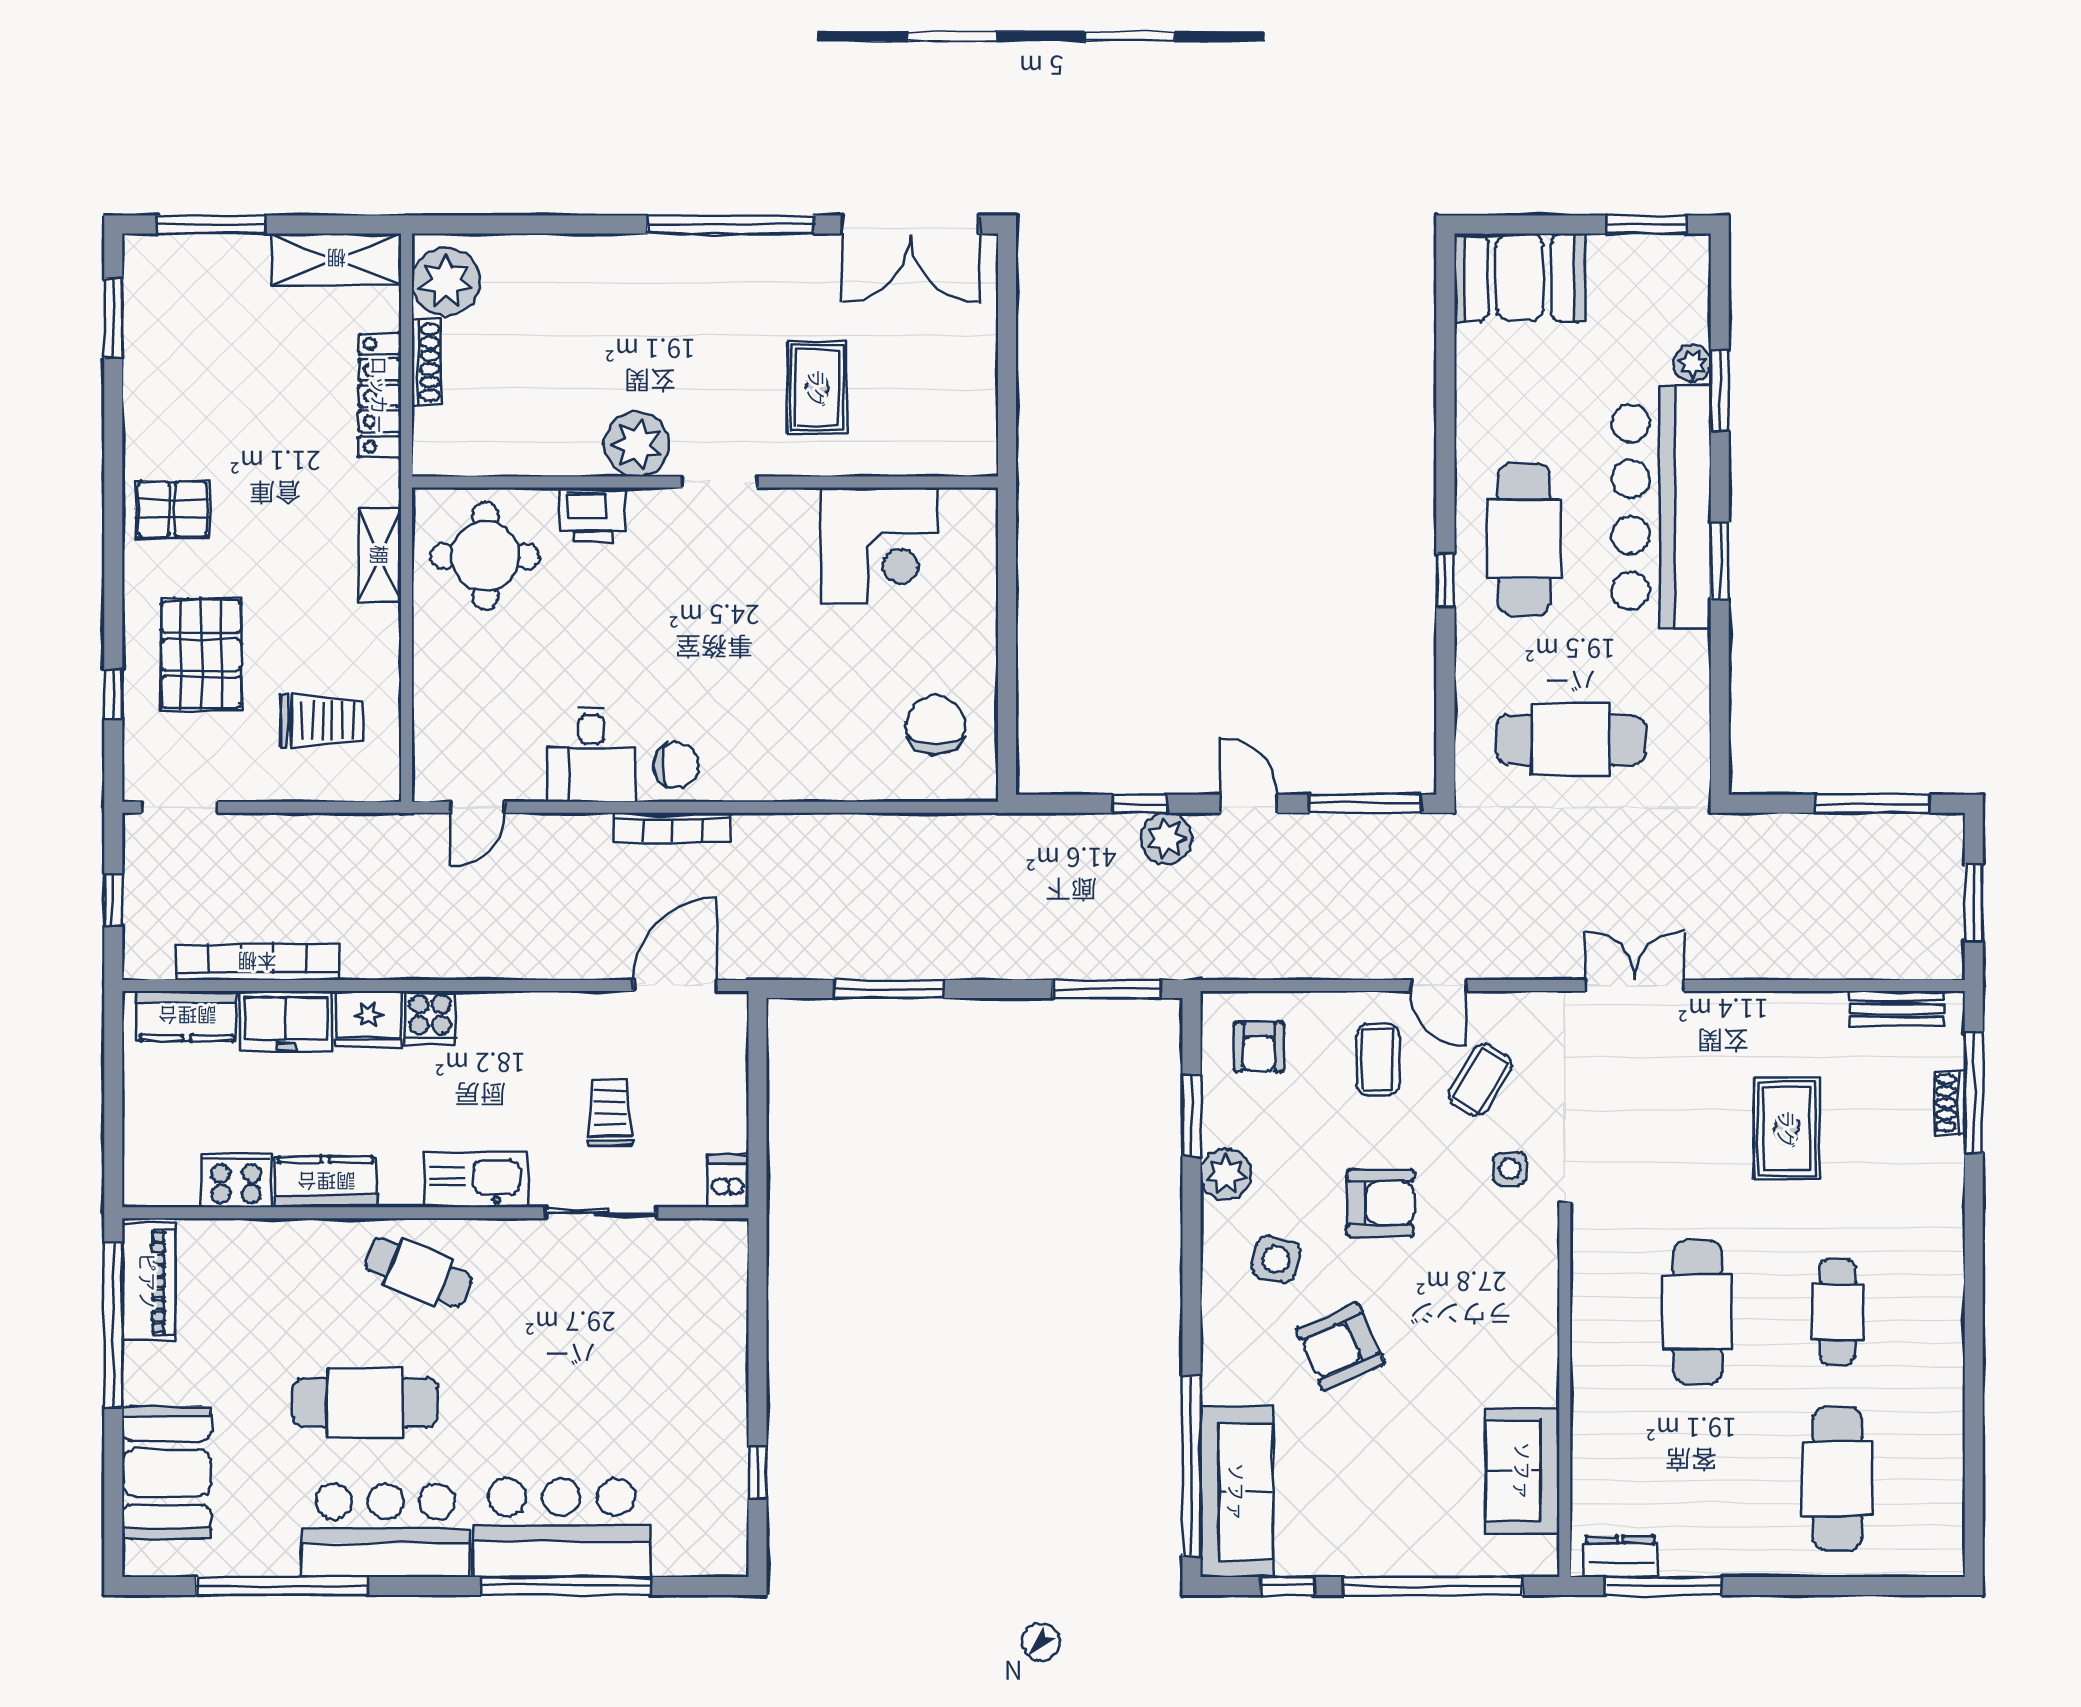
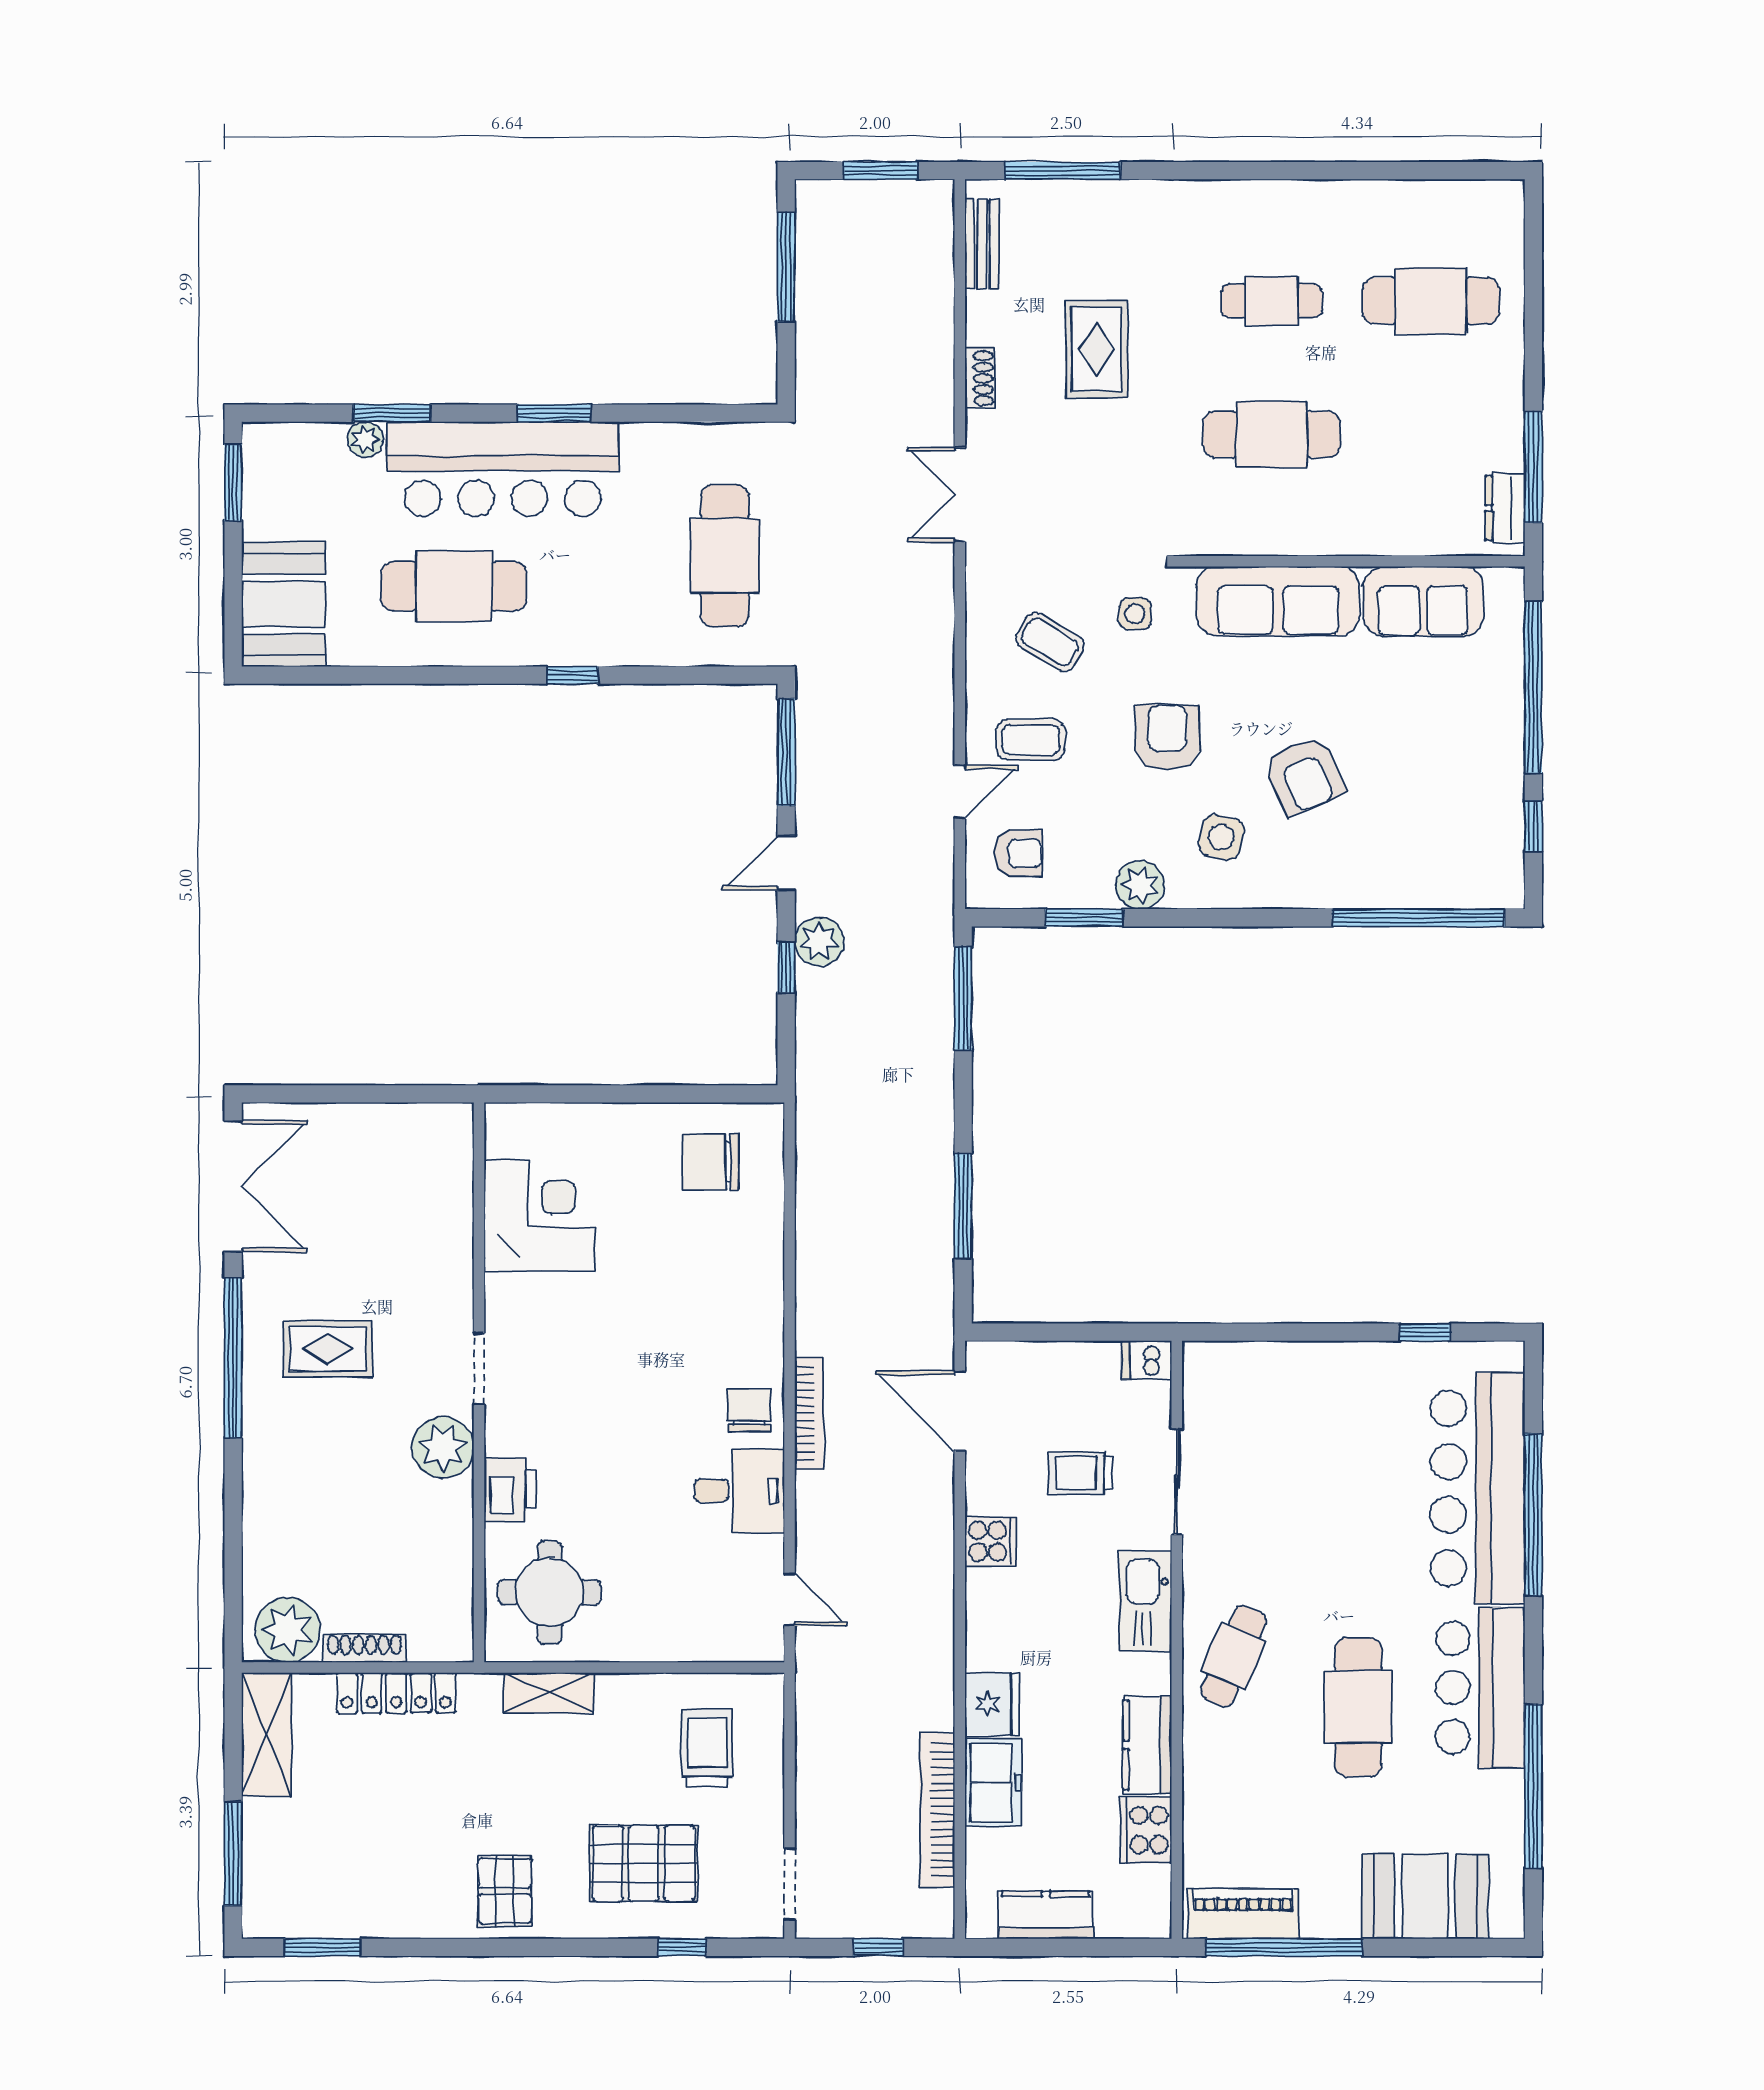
rug: (817, 388) -> (328, 1349), moved
cafe table: (1524, 539) -> (454, 586), moved
door: (1438, 985) -> (960, 792), moved
kitchen counter: (187, 1016) -> (1046, 1915), moved, turned -90
cooker: (430, 1018) -> (991, 1541), moved
shoe rack: (1949, 1103) -> (980, 378), moved, turned -90
rug: (1787, 1129) -> (1097, 349), turned 90
sofa: (1237, 1492) -> (1278, 601), moved, turned 180
bar counter: (562, 1528) -> (1478, 1488), width x1.36

